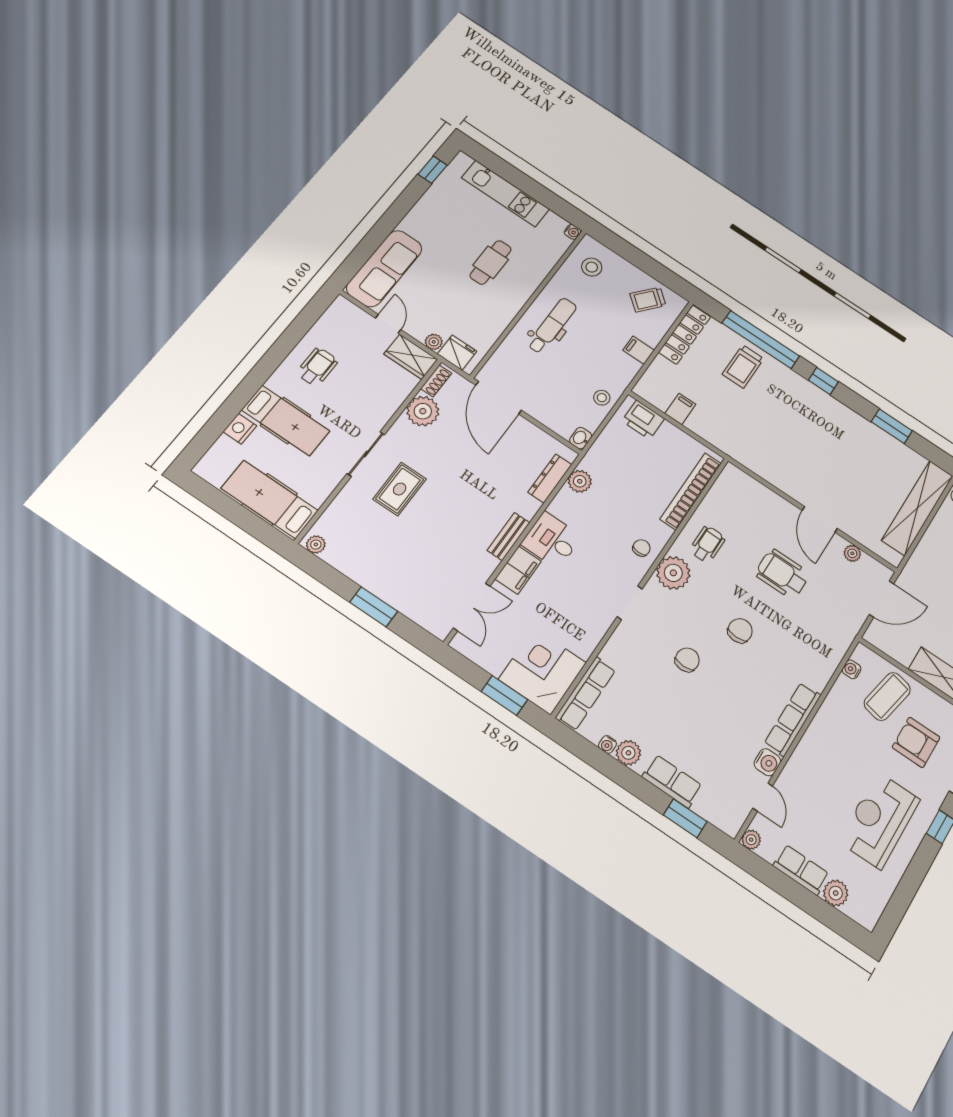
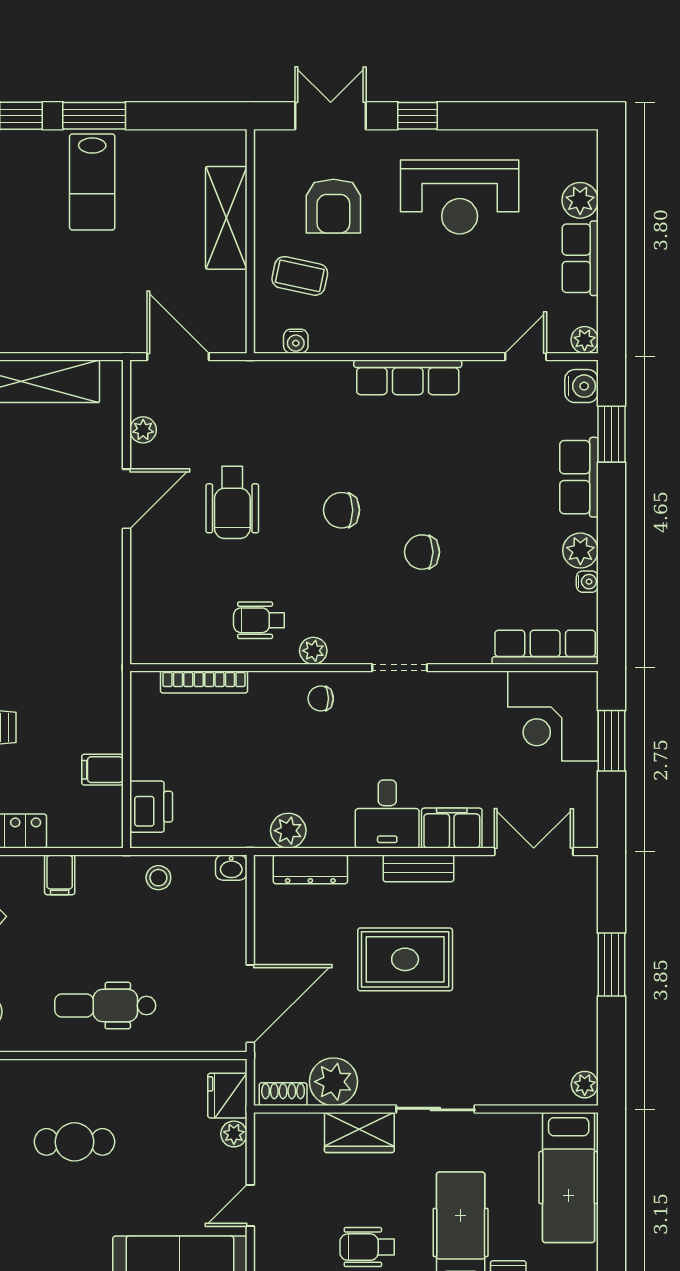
wardrobe: (411, 357) -> (359, 1133), moved, turned 90
rug: (400, 489) -> (405, 959), moved, width x1.36, depth x1.43
bookcase: (691, 491) -> (204, 682), width x0.68, depth x0.76
plant: (673, 573) -> (313, 651), width x0.53, depth x0.53
coffee table: (887, 696) -> (300, 276), width x0.73, depth x0.77
water cooler: (767, 762) -> (581, 386), moved, turned 90

